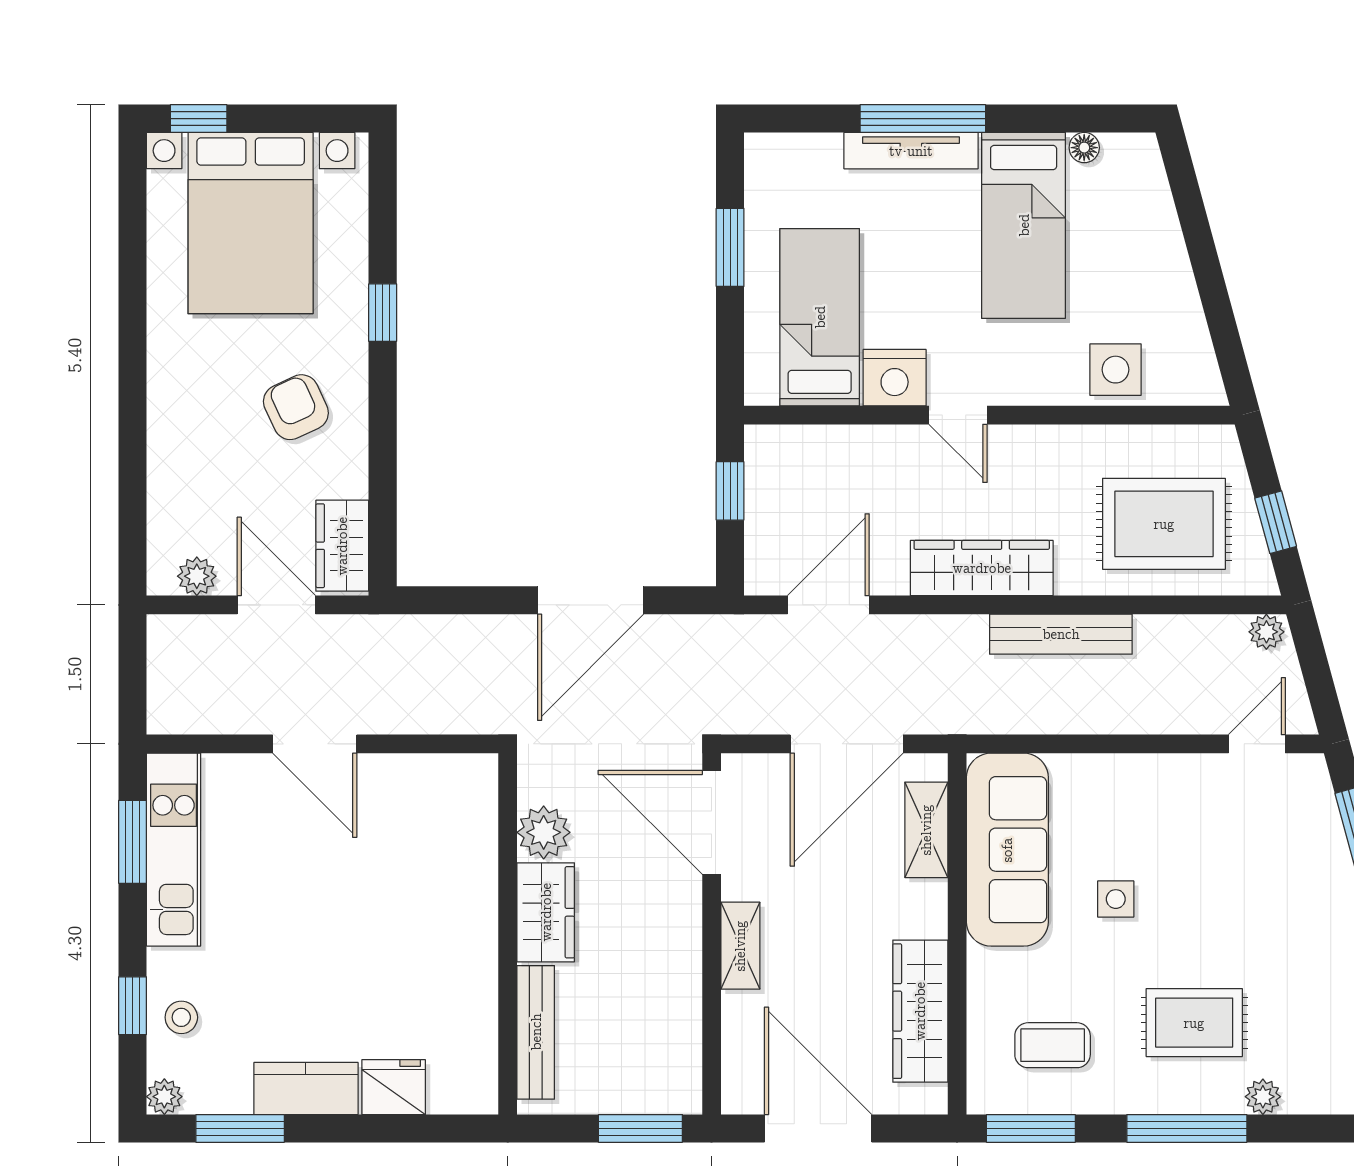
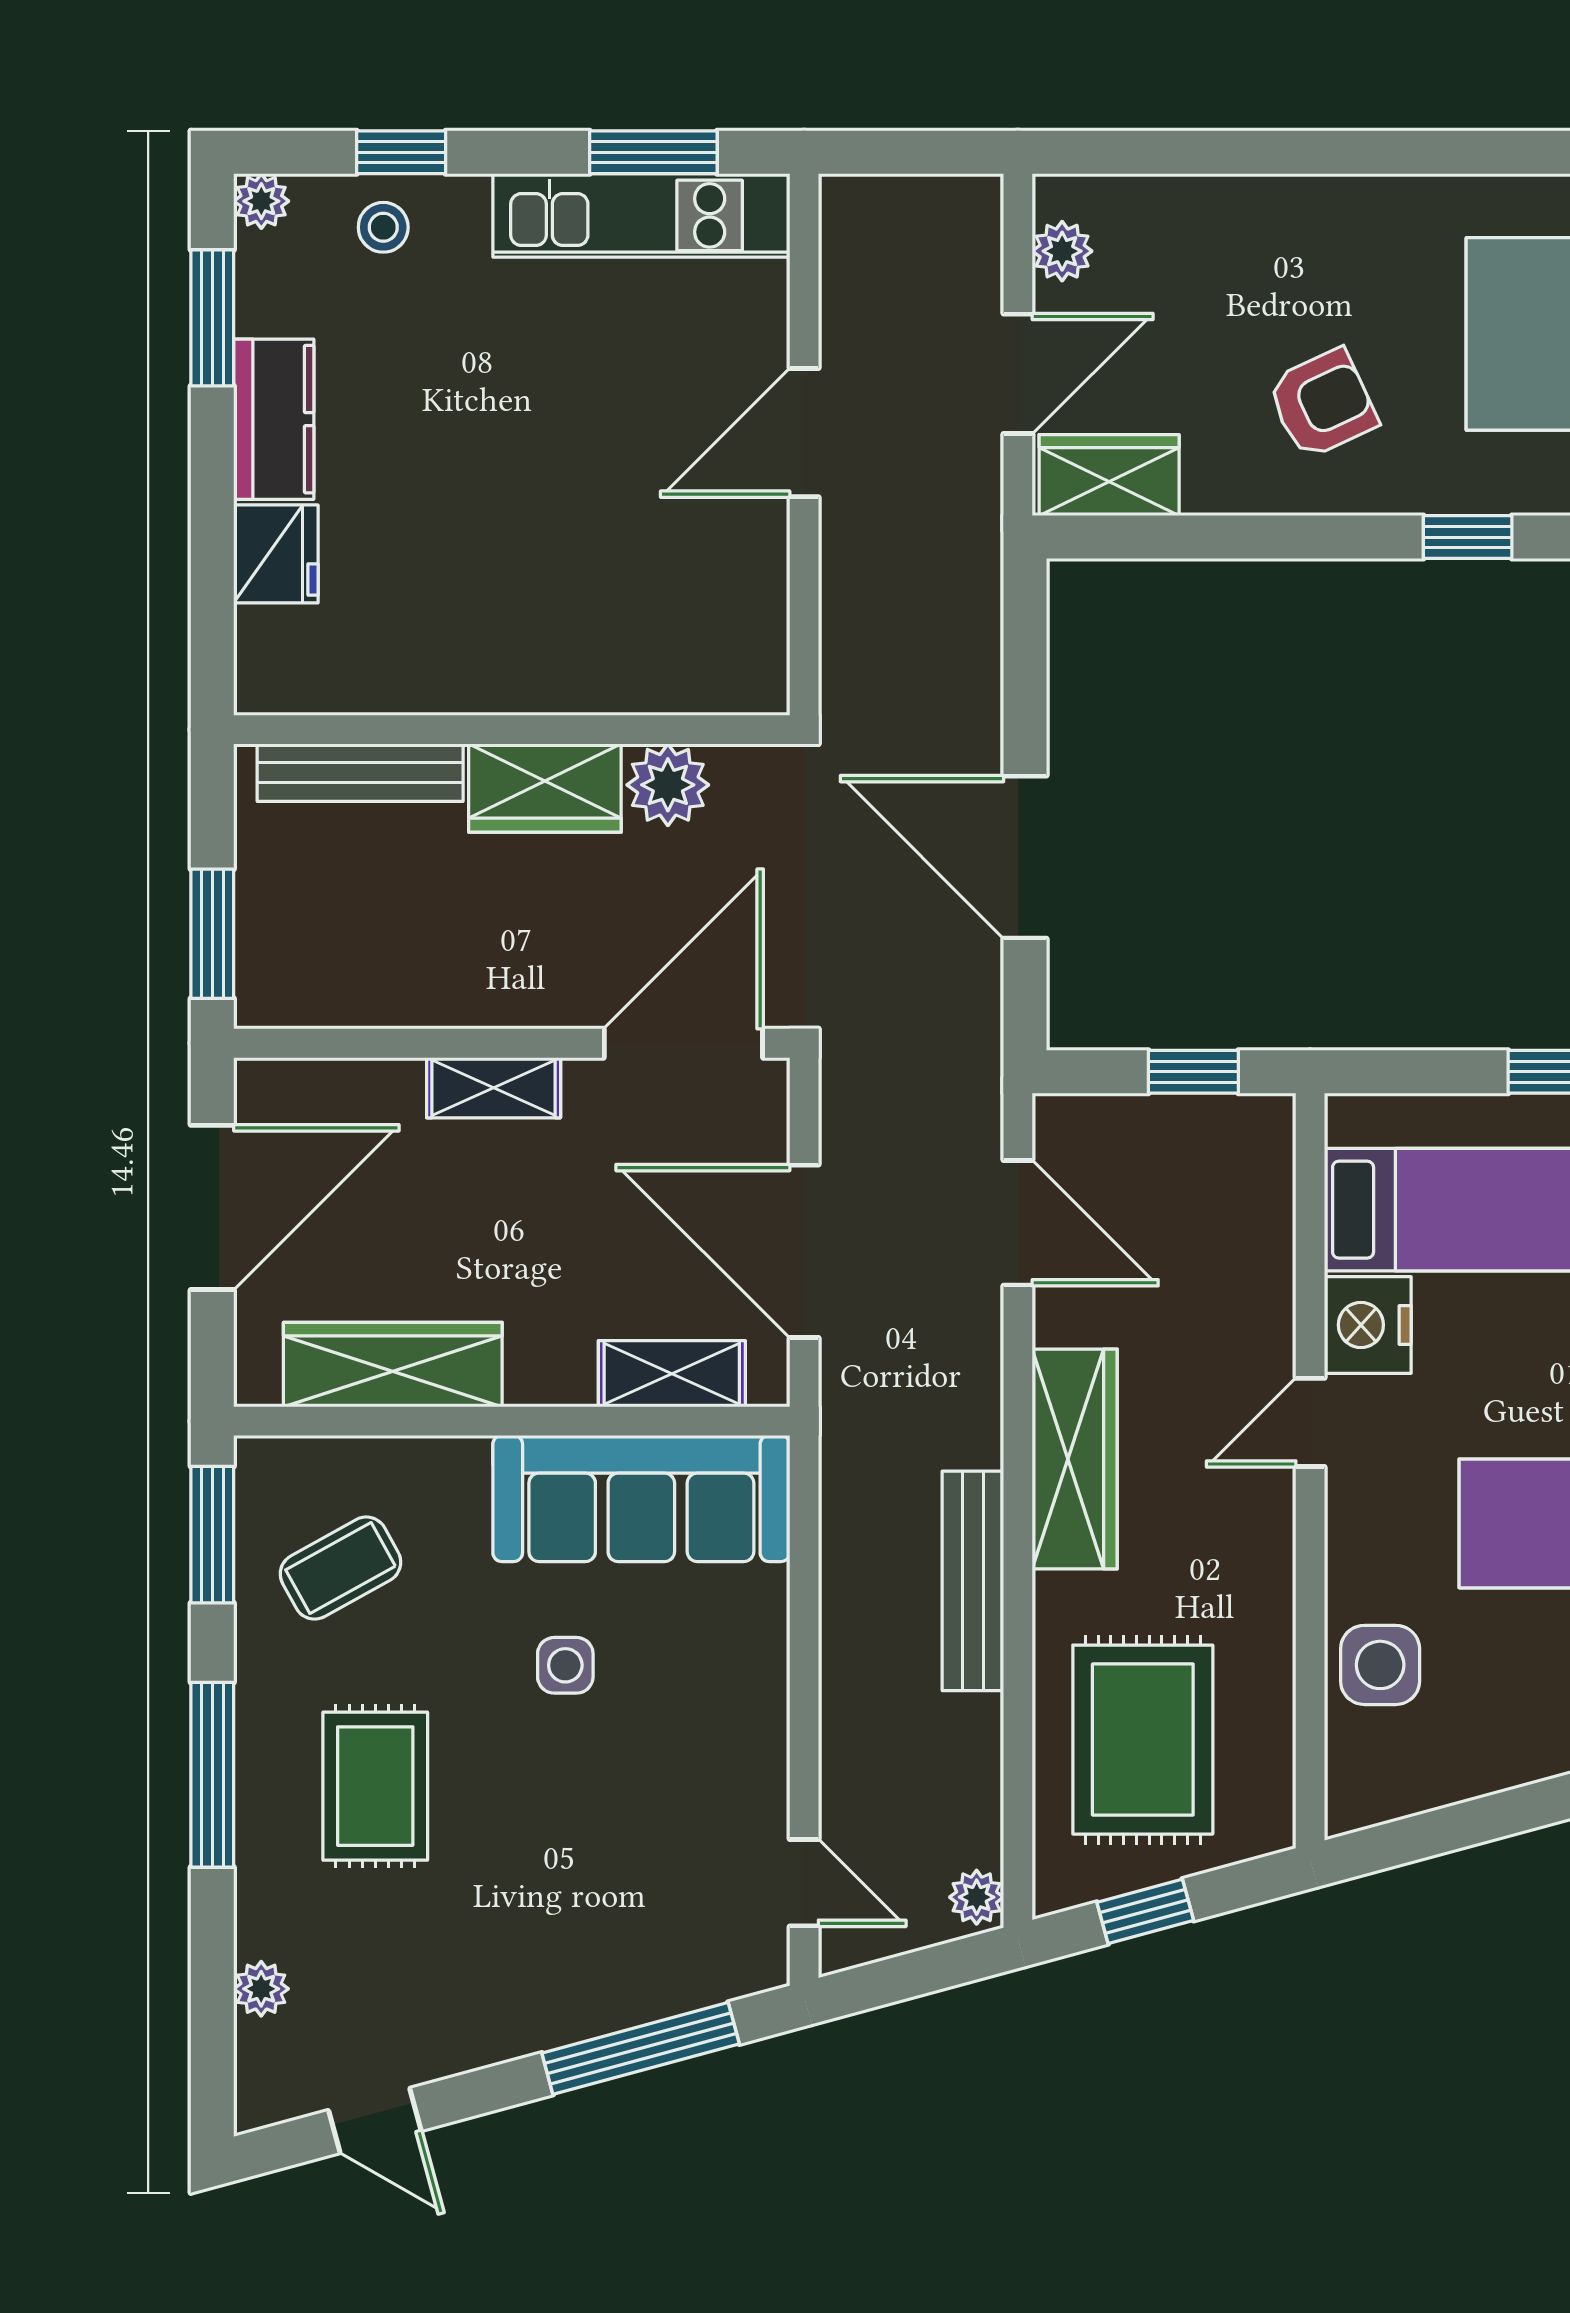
coffee table: (1053, 1045) -> (340, 1568), turned 61
plant: (1263, 1097) -> (261, 1989), moved

